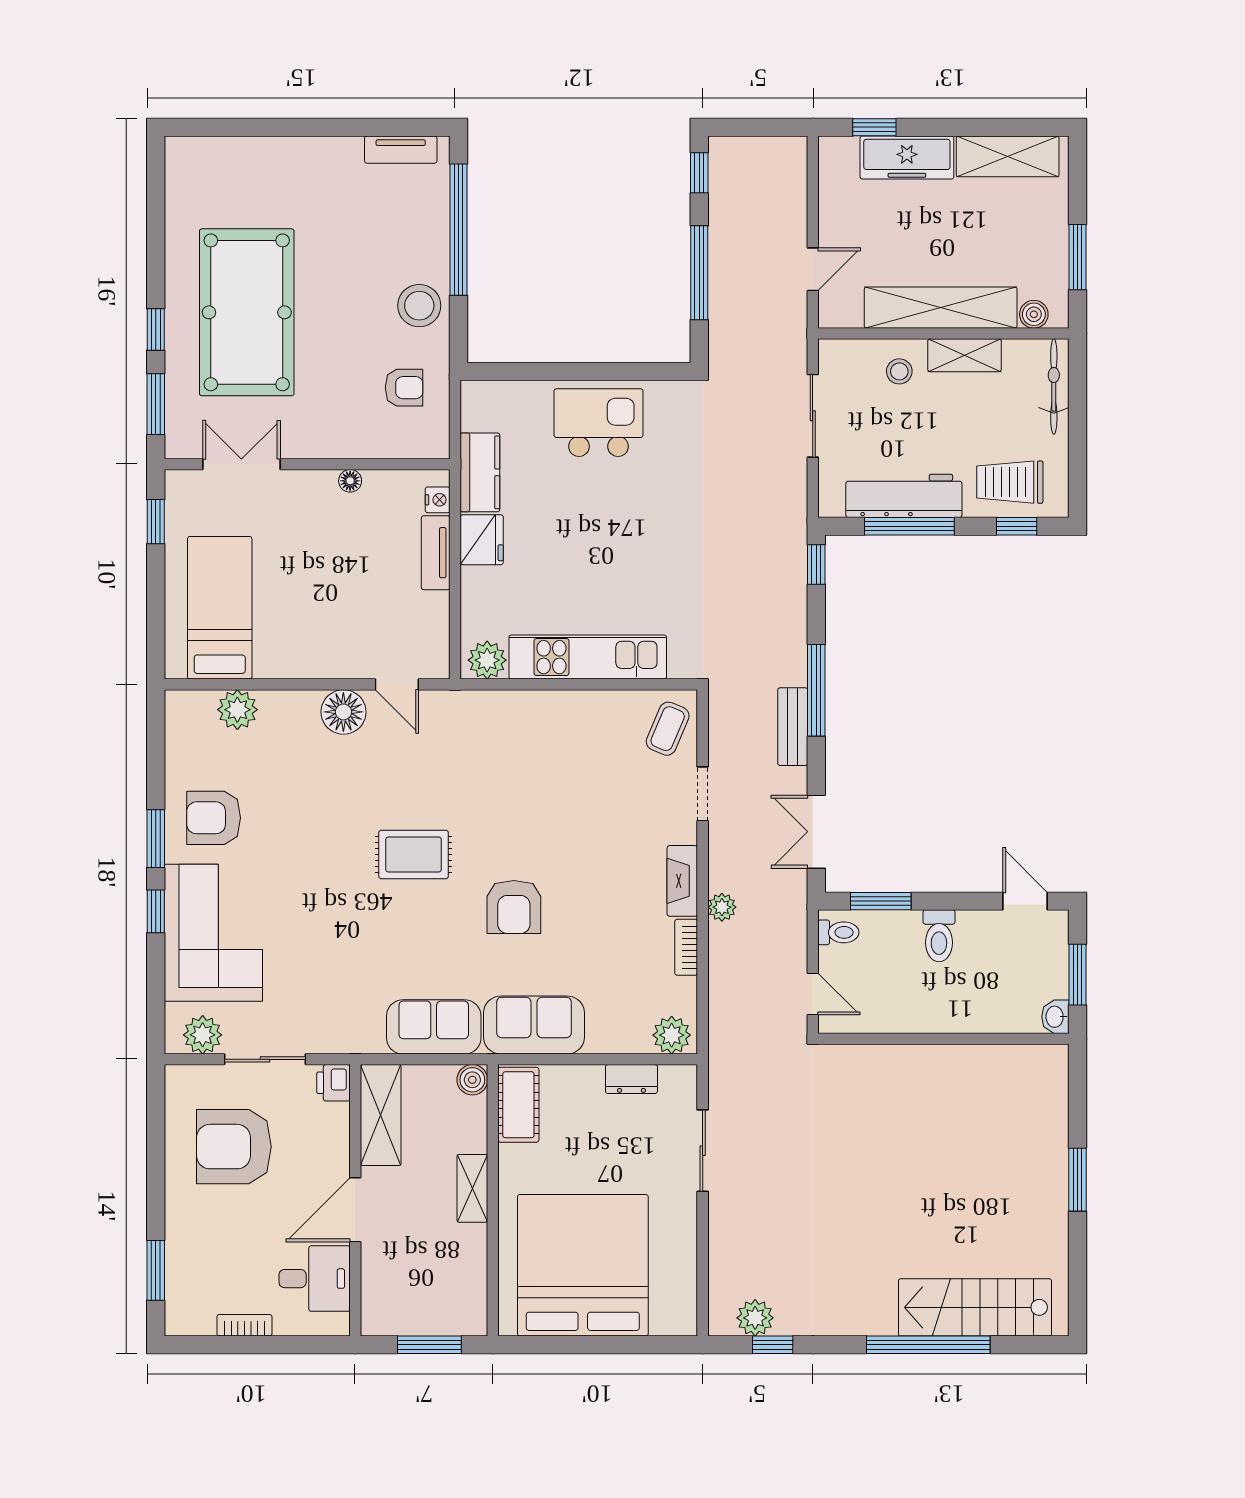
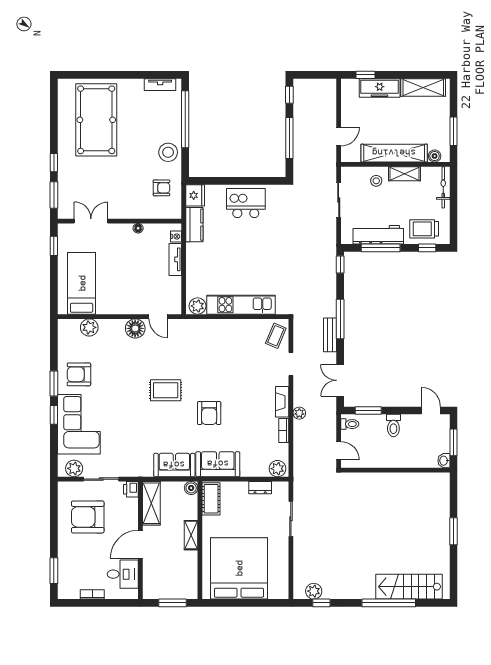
pool table: (247, 312) -> (96, 120), moved
fridge: (482, 540) -> (195, 195), moved

